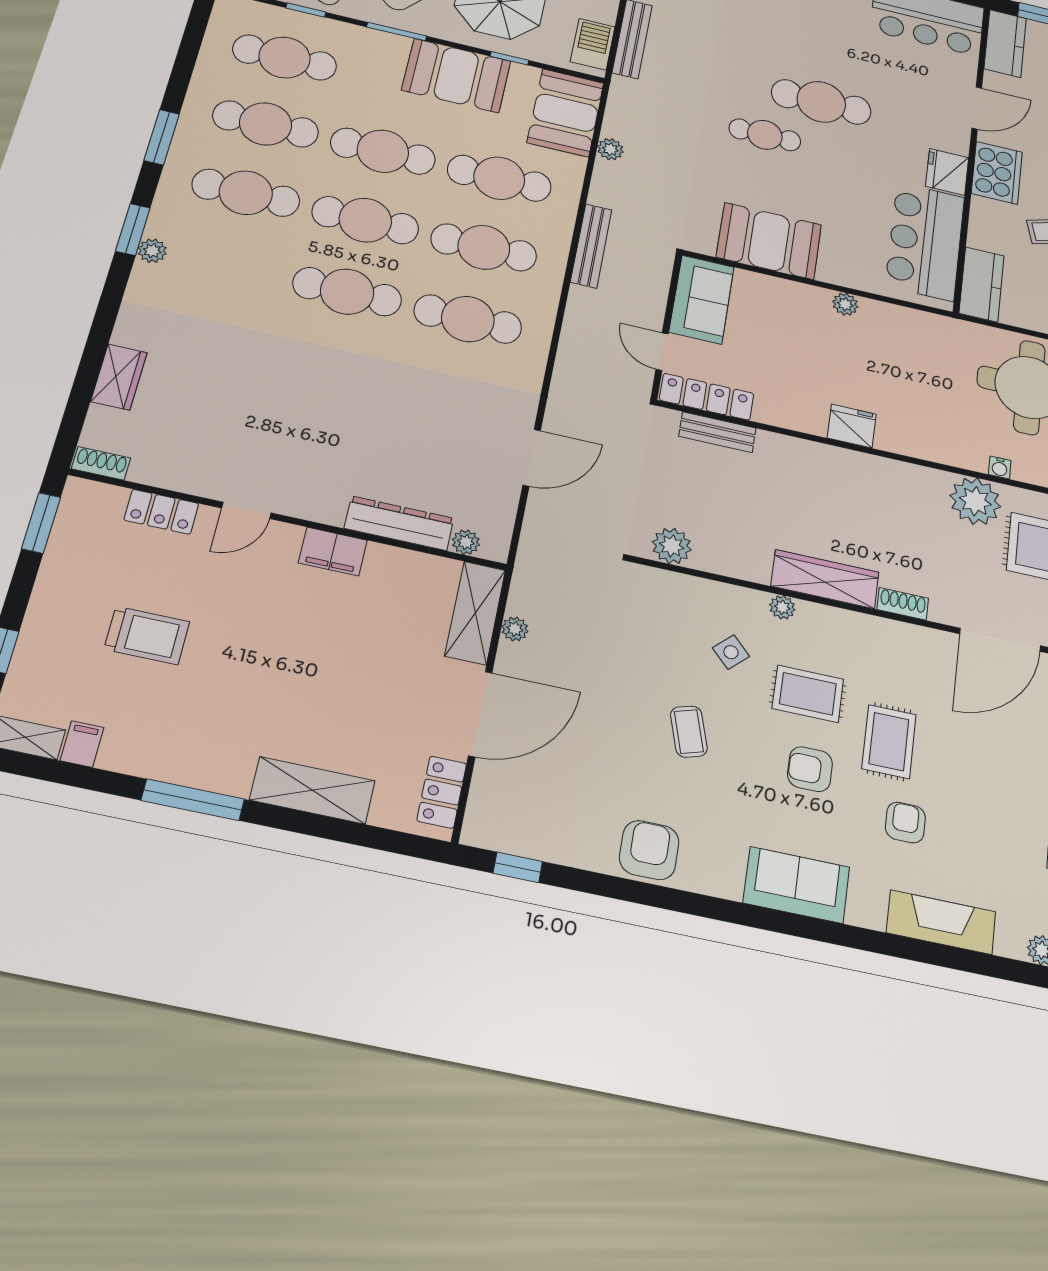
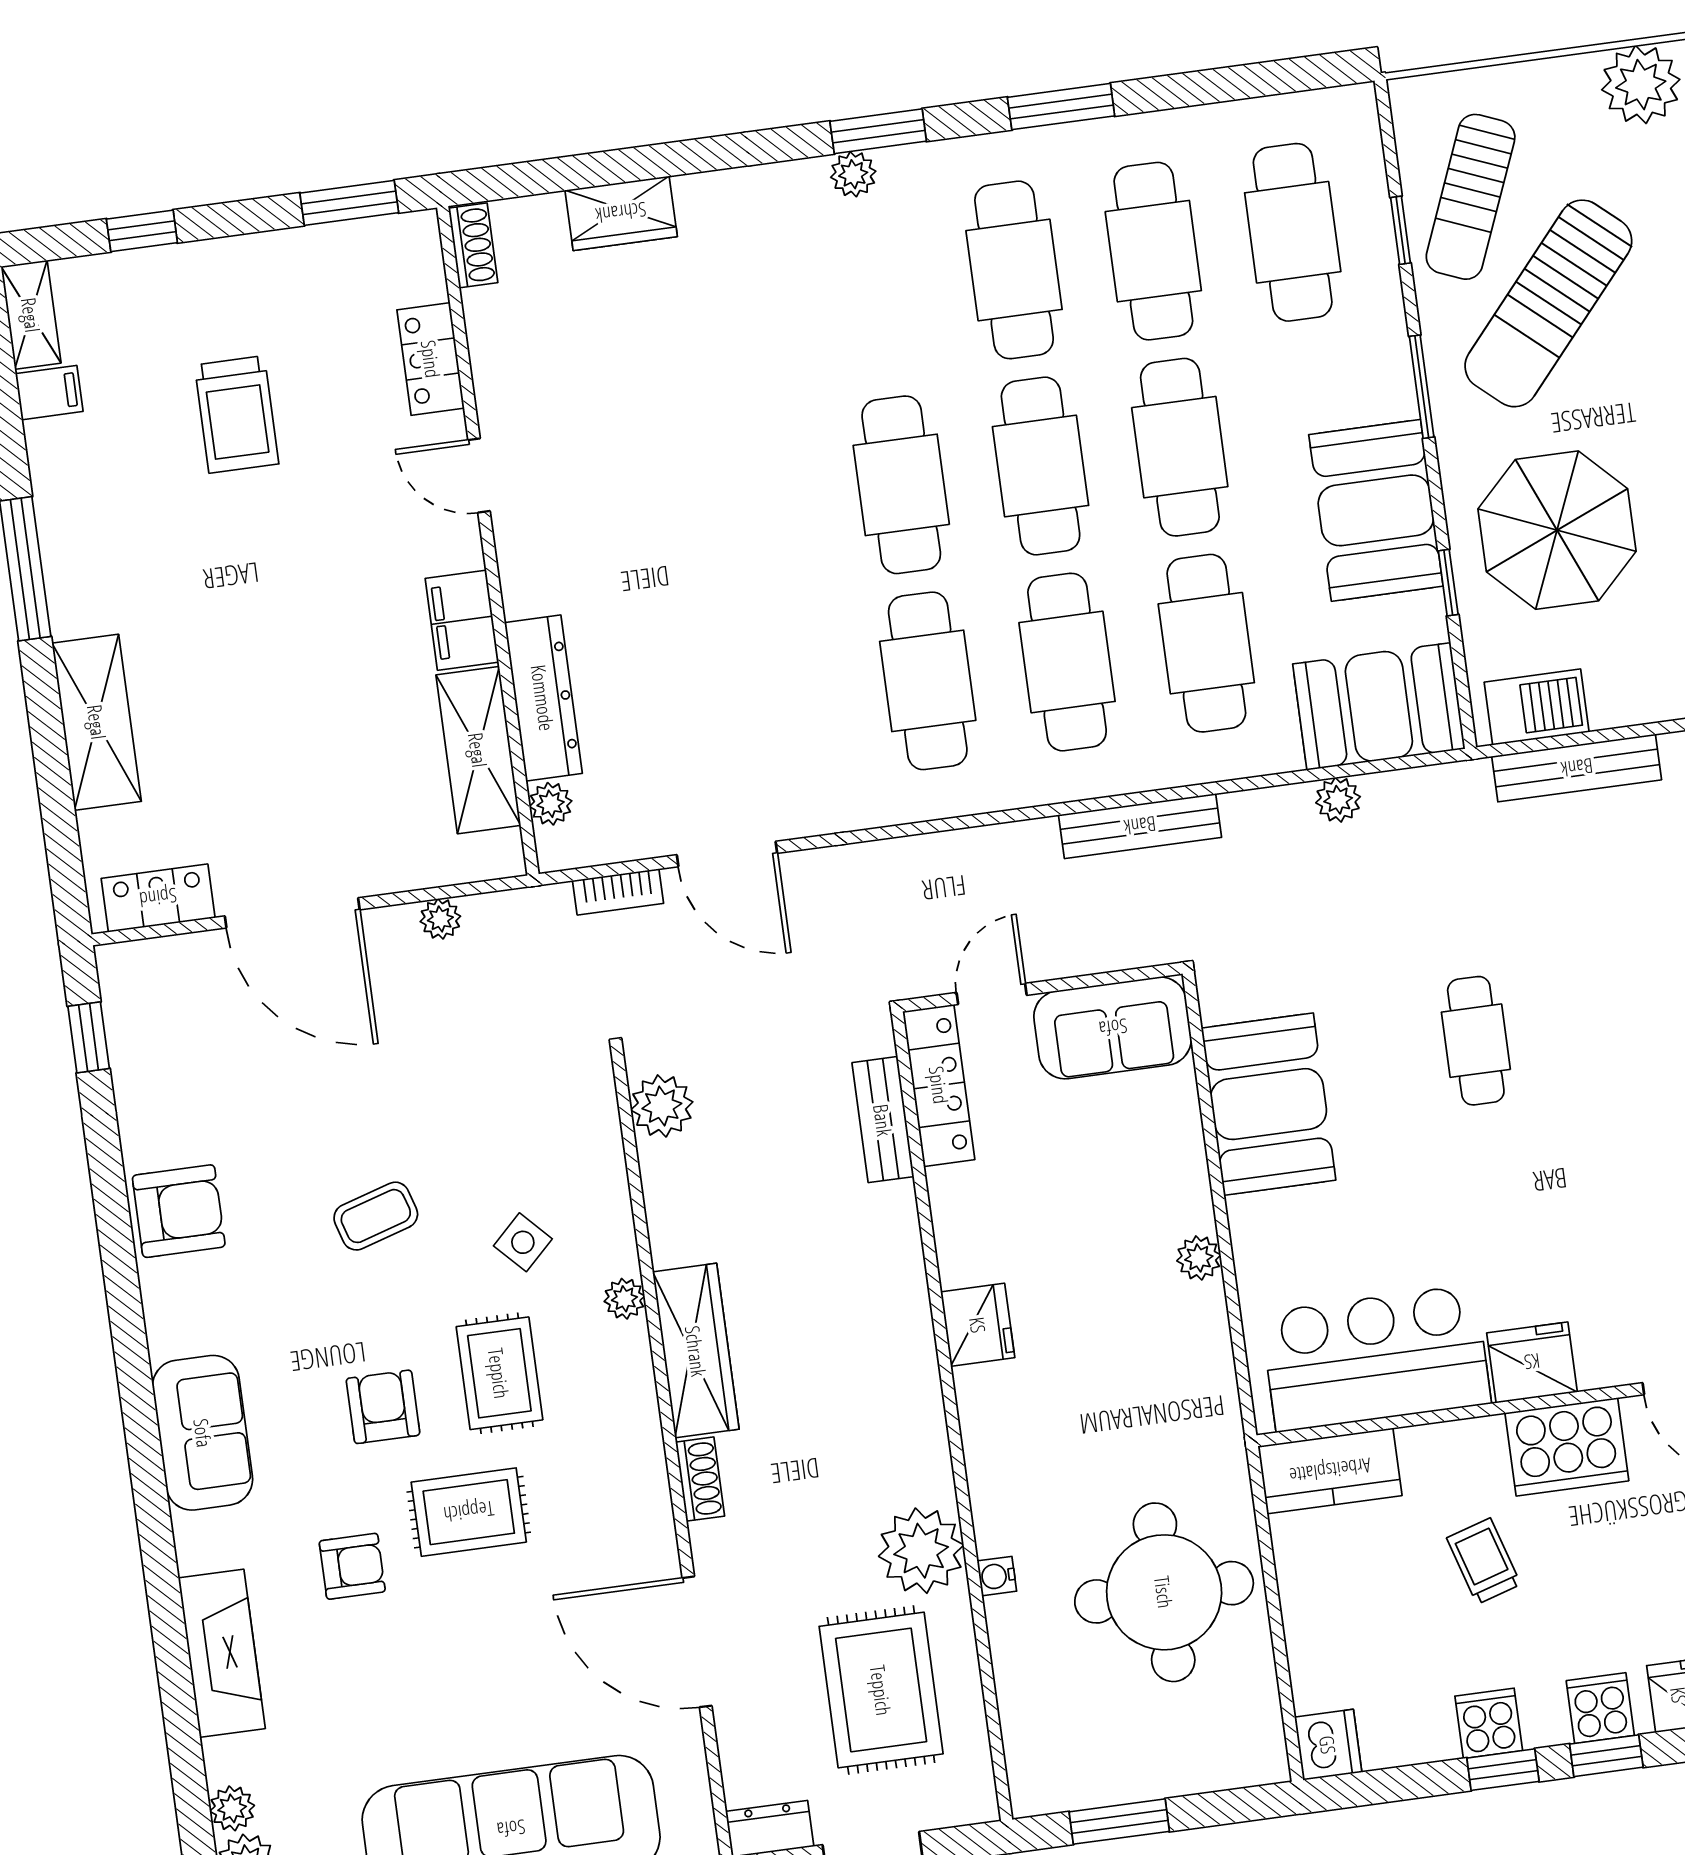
cafe table: (821, 102) -> (1585, 1116), removed
bookcase: (533, 524) -> (618, 892), added
shelving: (475, 613) -> (478, 750), moved, turned 90

